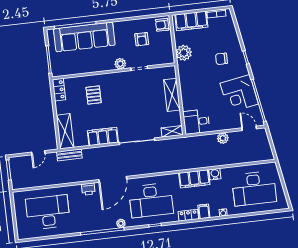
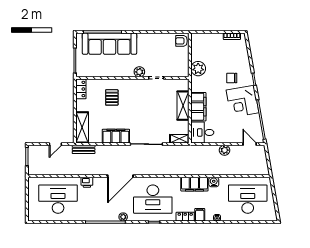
filing cabinet: (191, 21) -> (198, 107), moved, turned -90
armchair: (142, 39) -> (161, 52), removed
corner desk: (239, 94) -> (242, 101), moved
desk: (254, 188) -> (248, 199), turned 180
printer: (88, 189) -> (87, 182), moved

